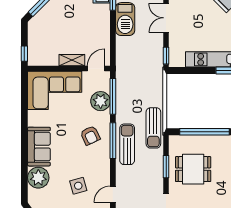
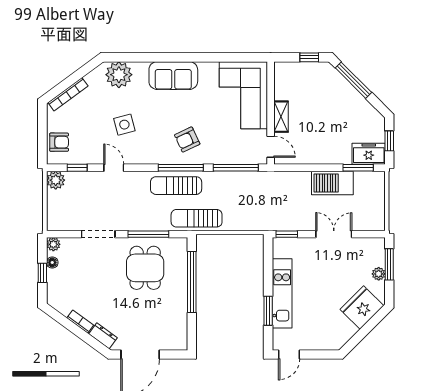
window: (24, 54) -> (309, 57), moved
plant: (101, 101) -> (230, 152), removed
sun lounger: (127, 144) -> (176, 186), turned 180
window: (166, 167) -> (148, 234), width x1.44
plant: (38, 178) -> (119, 75), moved

